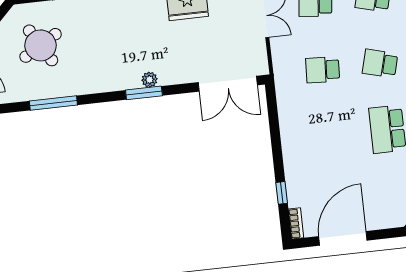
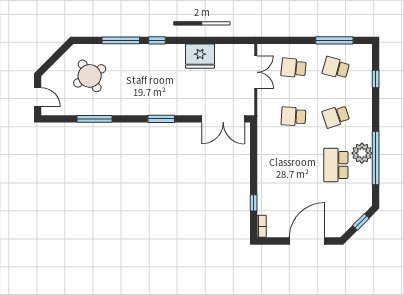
school desk: (380, 63) -> (336, 116), turned -33
plant: (150, 80) -> (166, 110), removed
door: (343, 238) -> (307, 241), moved

